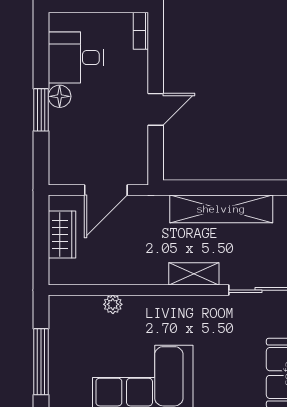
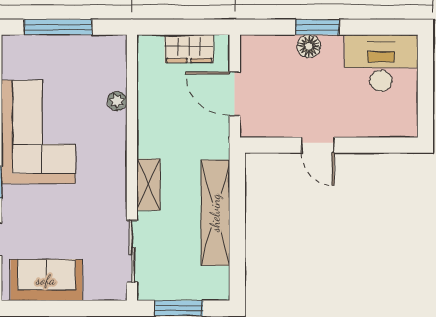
bookcase: (141, 31) -> (399, 130), removed
desk: (76, 58) -> (381, 63), width x1.37
floor lamp: (60, 96) -> (309, 46), moved

